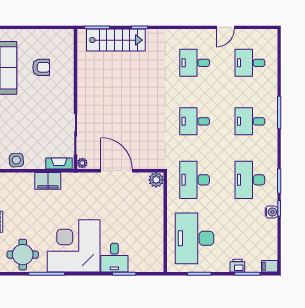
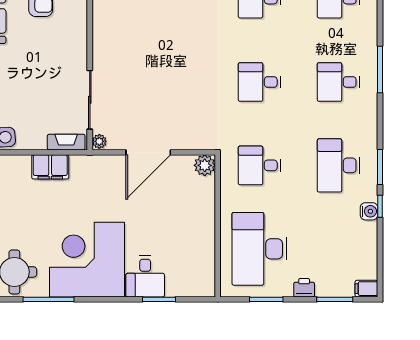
door: (117, 171) -> (148, 152), swing flipped
desk: (195, 180) -> (259, 165), width x0.73
printer: (237, 266) -> (304, 288), moved

